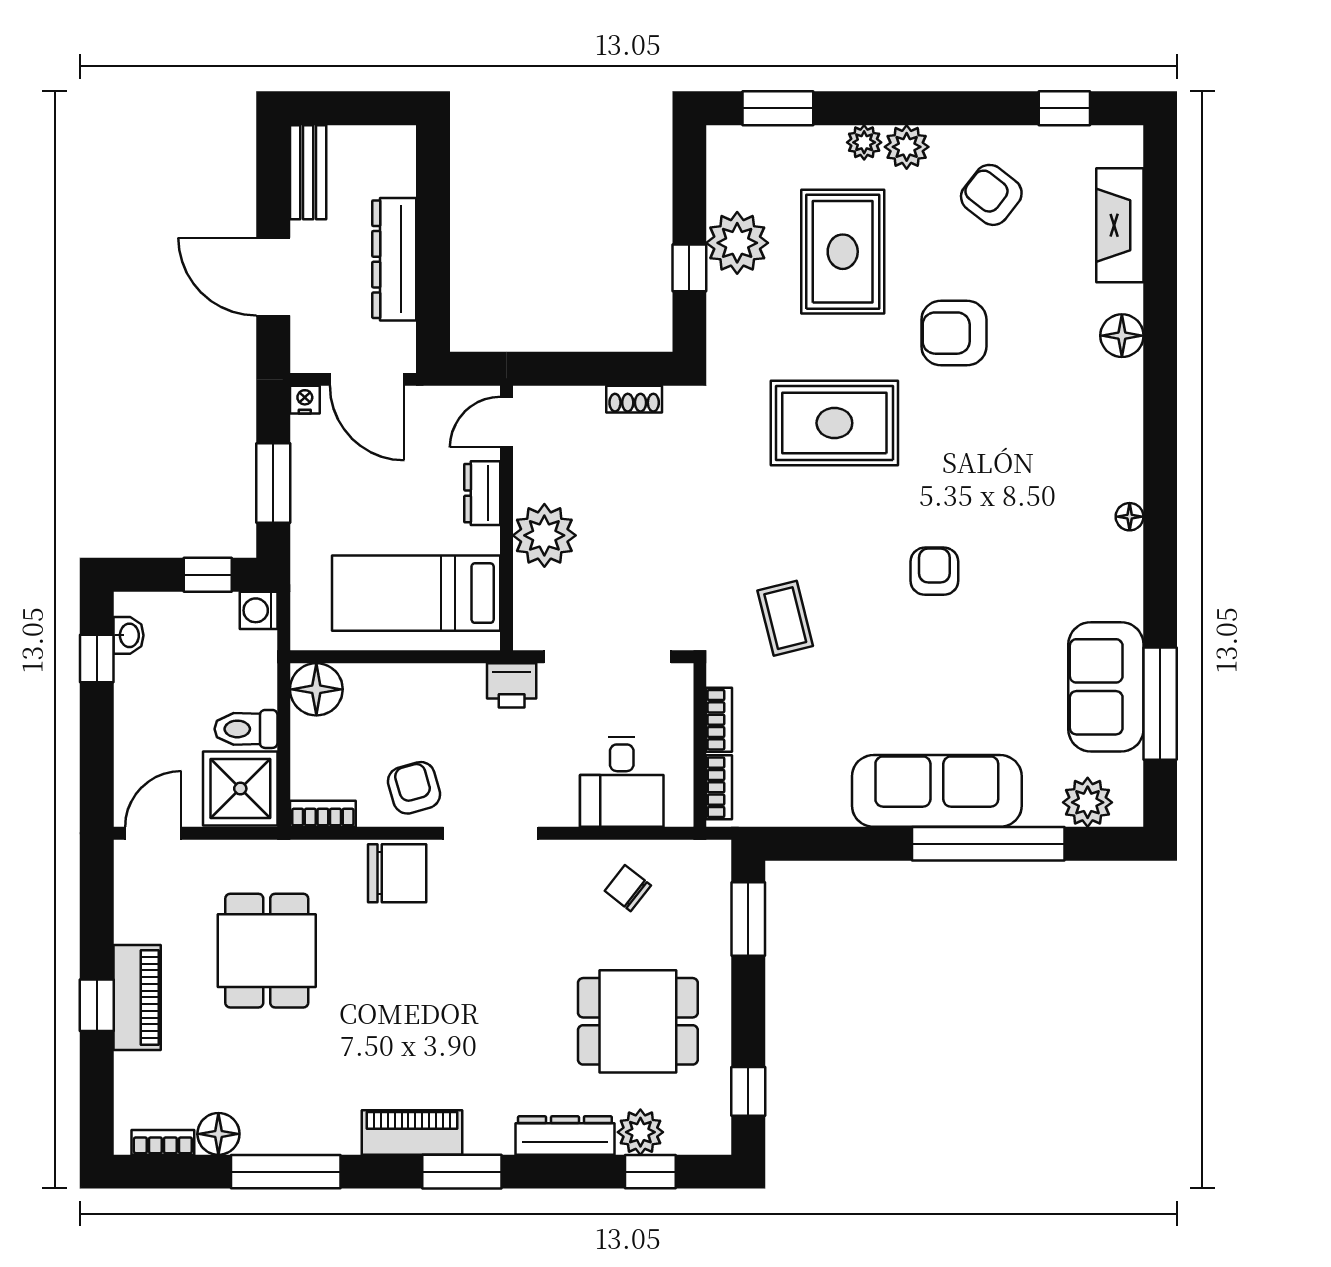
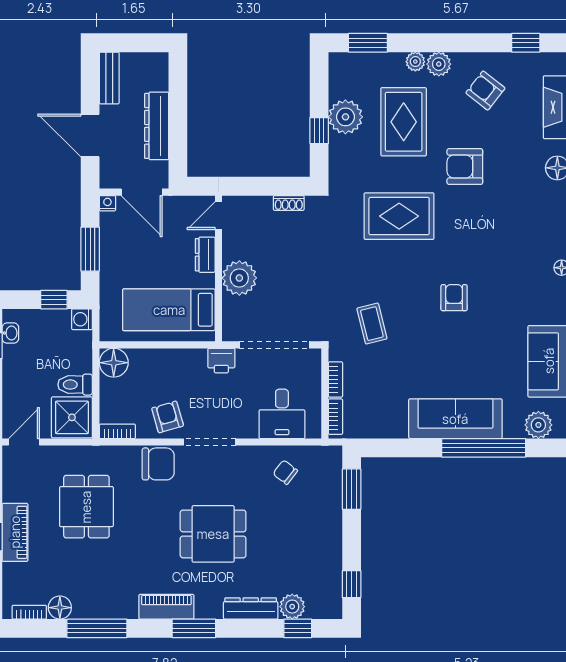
dining table: (638, 1021) -> (213, 534), moved

